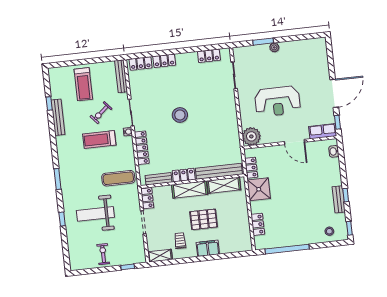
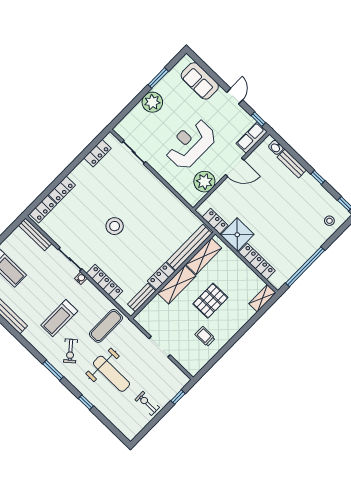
window: (263, 42) -> (158, 78), moved
plant: (274, 47) -> (152, 102), width x1.88, depth x1.88
sofa: (319, 64) -> (200, 81), added
door: (334, 93) -> (235, 96), width x0.53
reception desk: (277, 101) -> (190, 144), turned 180
exercise bike: (101, 113) -> (70, 351), moved
plant: (251, 136) -> (204, 182), moved
treadmill: (99, 140) -> (59, 318), moved
locker: (147, 198) -> (146, 323), removed
bench: (339, 199) -> (292, 164), moved
weight bench: (95, 214) -> (111, 374), turned -90
locker: (258, 224) -> (257, 261), width x1.53
filing cabinet: (208, 248) -> (235, 323), removed
shelving: (160, 256) -> (262, 298), moved

